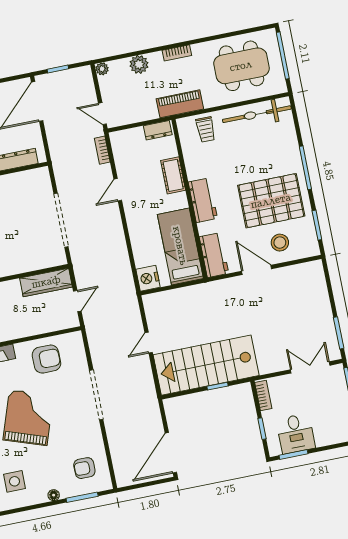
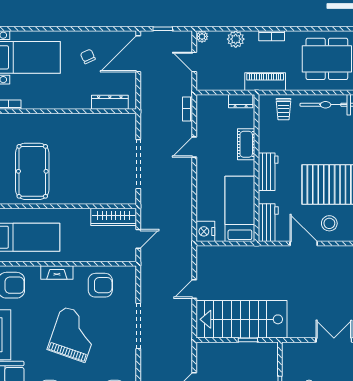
door: (102, 114) -> (194, 62), moved
bookcase: (263, 395) -> (287, 357), removed

